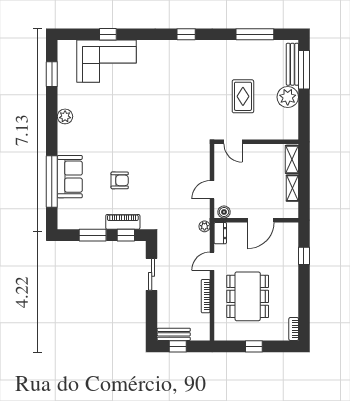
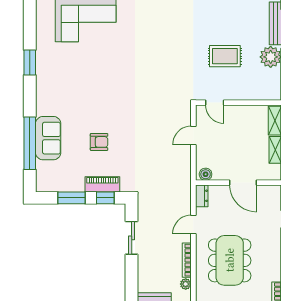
window: (52, 74) -> (30, 63), moved
rug: (243, 96) -> (225, 56), turned 90
plant: (65, 116) -> (43, 77), removed
door: (212, 190) -> (193, 135), moved
door: (261, 220) -> (243, 183), hinge flipped
plant: (204, 226) -> (186, 284), moved

